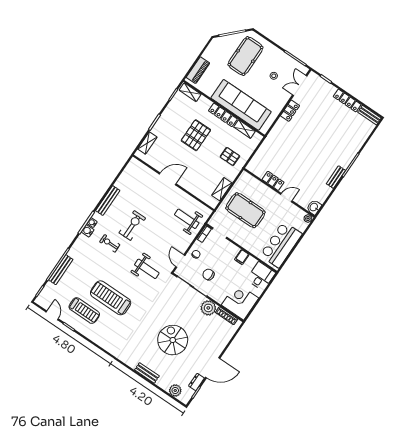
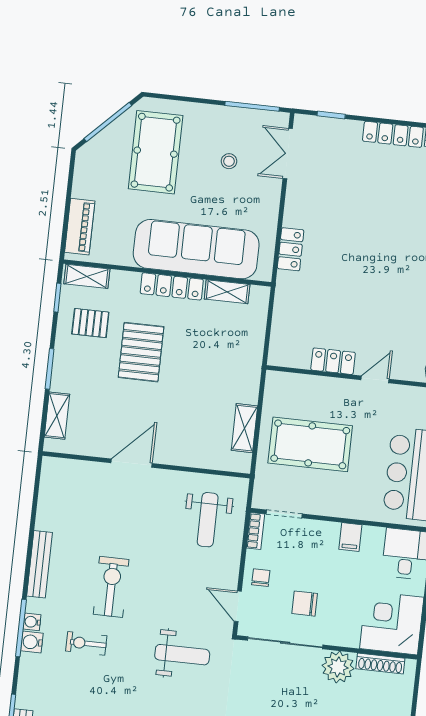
locker: (290, 111) -> (291, 249), moved
pallet: (230, 156) -> (90, 323), moved
weight bench: (187, 219) -> (208, 520), turned -90

